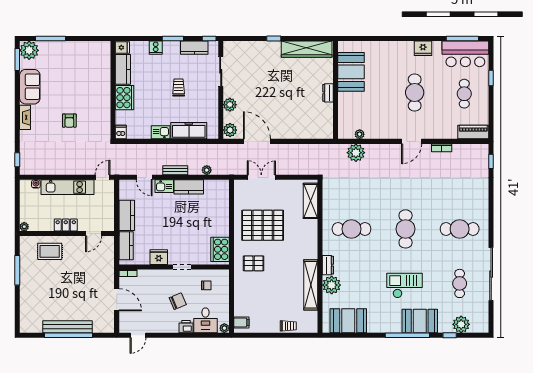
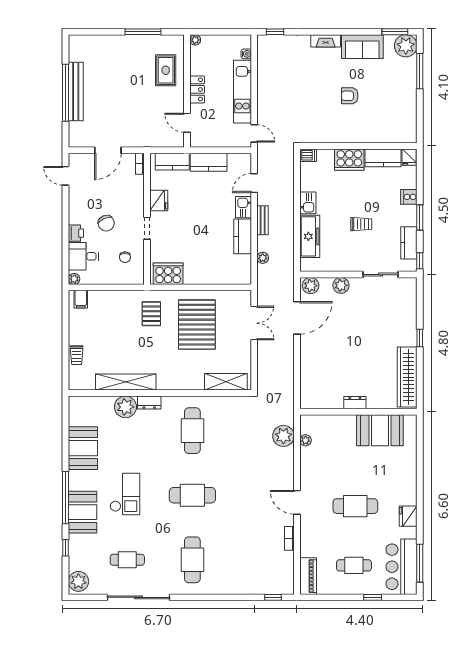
armchair: (69, 121) -> (350, 96), moved
booth: (348, 321) -> (83, 448), moved
plant: (461, 324) -> (78, 581), moved

